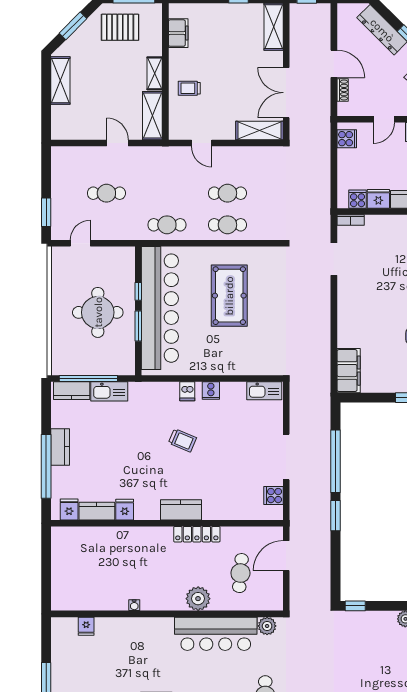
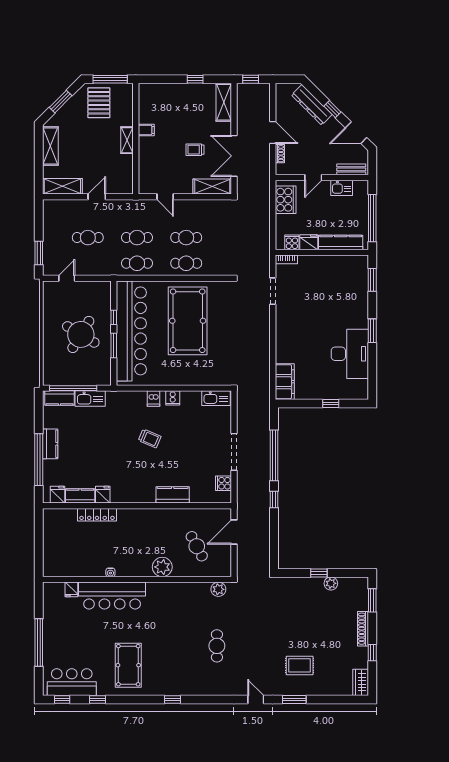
pallet: (120, 27) -> (99, 103), turned 90
filing cabinet: (178, 33) -> (146, 130), moved, width x0.50
trolley: (189, 88) -> (195, 150), moved
shelving: (152, 116) -> (62, 186), moved, turned 90
cooker: (347, 139) -> (286, 200), width x1.87, depth x1.31
door: (117, 143) -> (97, 197), hinge flipped
cafe table: (167, 193) -> (137, 238), added
pool table: (229, 296) -> (188, 321), width x1.36, depth x1.32
round table: (98, 312) -> (81, 334), turned 31
kitchen counter: (181, 510) -> (173, 495), moved
window: (336, 516) -> (274, 500), width x0.67
locker: (197, 534) -> (97, 515), moved
cafe table: (240, 573) -> (197, 546), turned -33
window: (355, 606) -> (319, 573), moved
bar counter: (216, 634) -> (112, 596), moved

